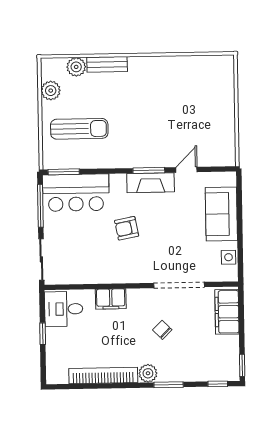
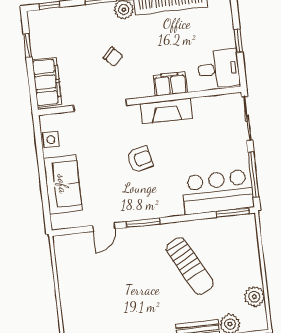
sun lounger: (79, 129) -> (190, 266), moved, turned -118
fireplace: (151, 183) -> (166, 111), moved, turned 180
armchair: (127, 228) -> (140, 159), moved
window: (242, 365) -> (28, 45), moved

